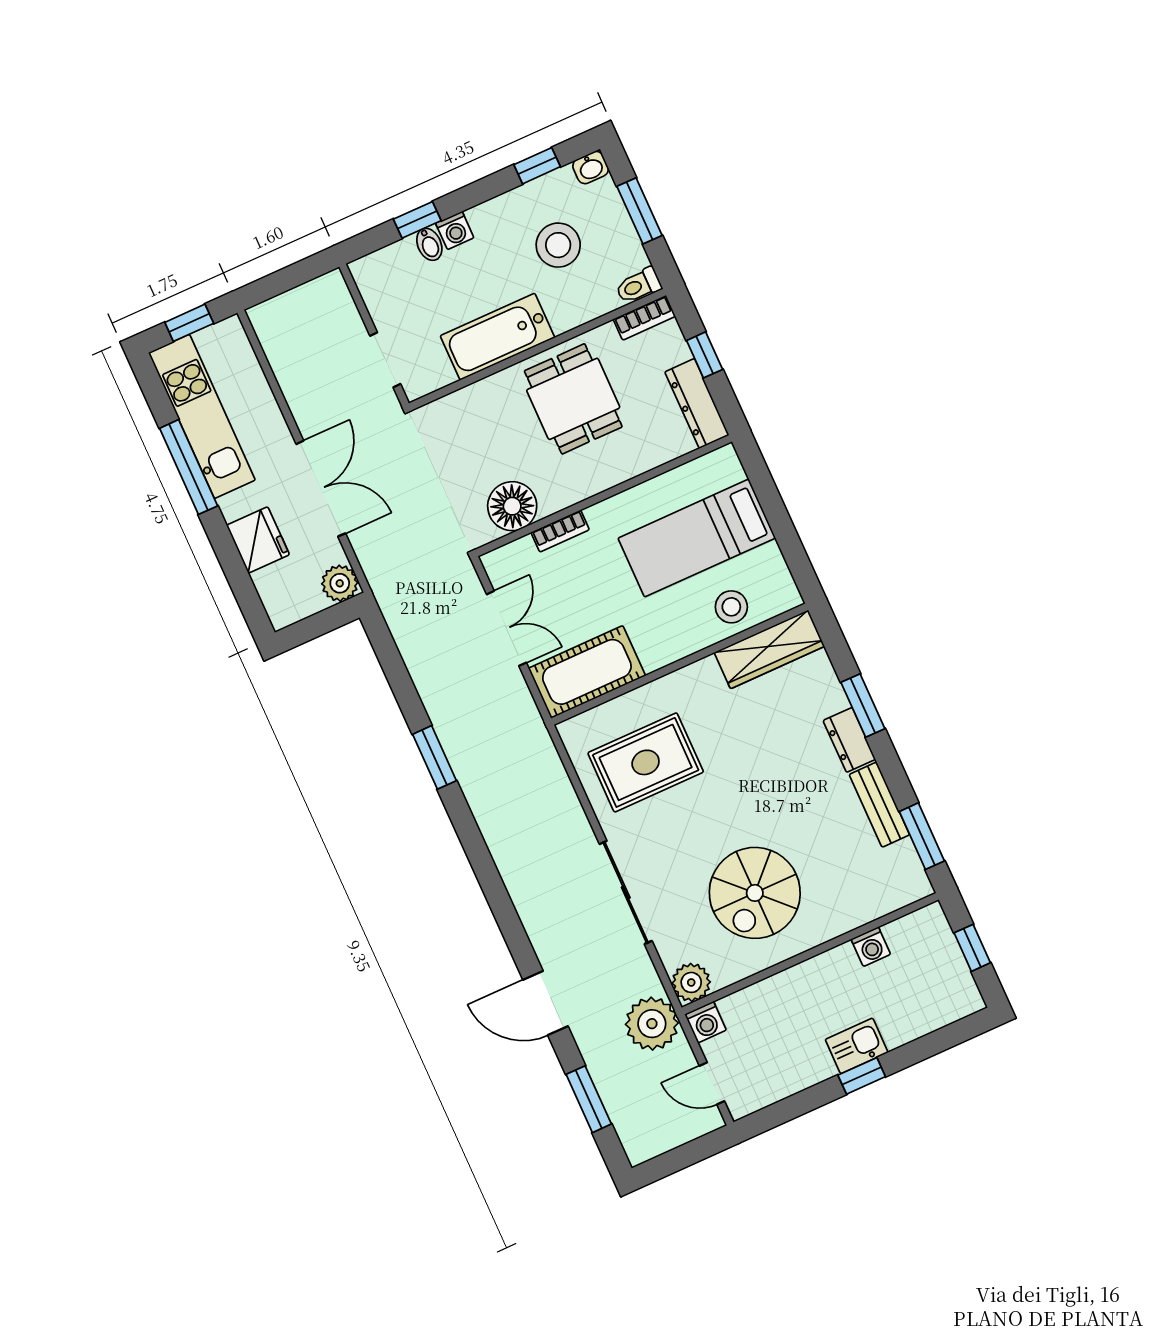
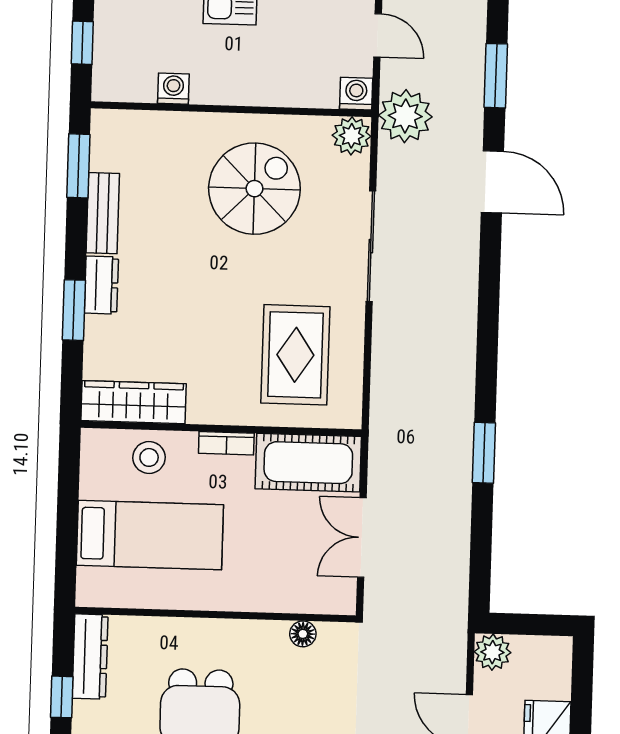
floor lamp: (512, 506) -> (303, 634), width x0.53, depth x0.53
bookcase: (560, 531) -> (226, 443), moved, turned 180
rug: (646, 762) -> (295, 355), turned 90

